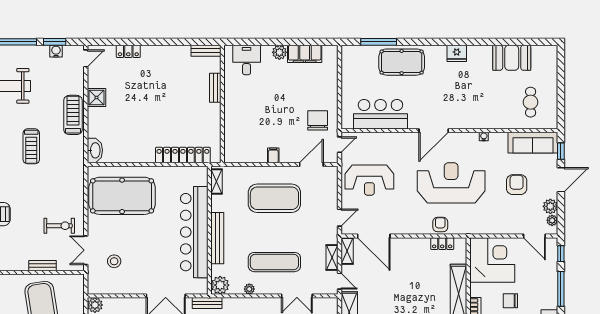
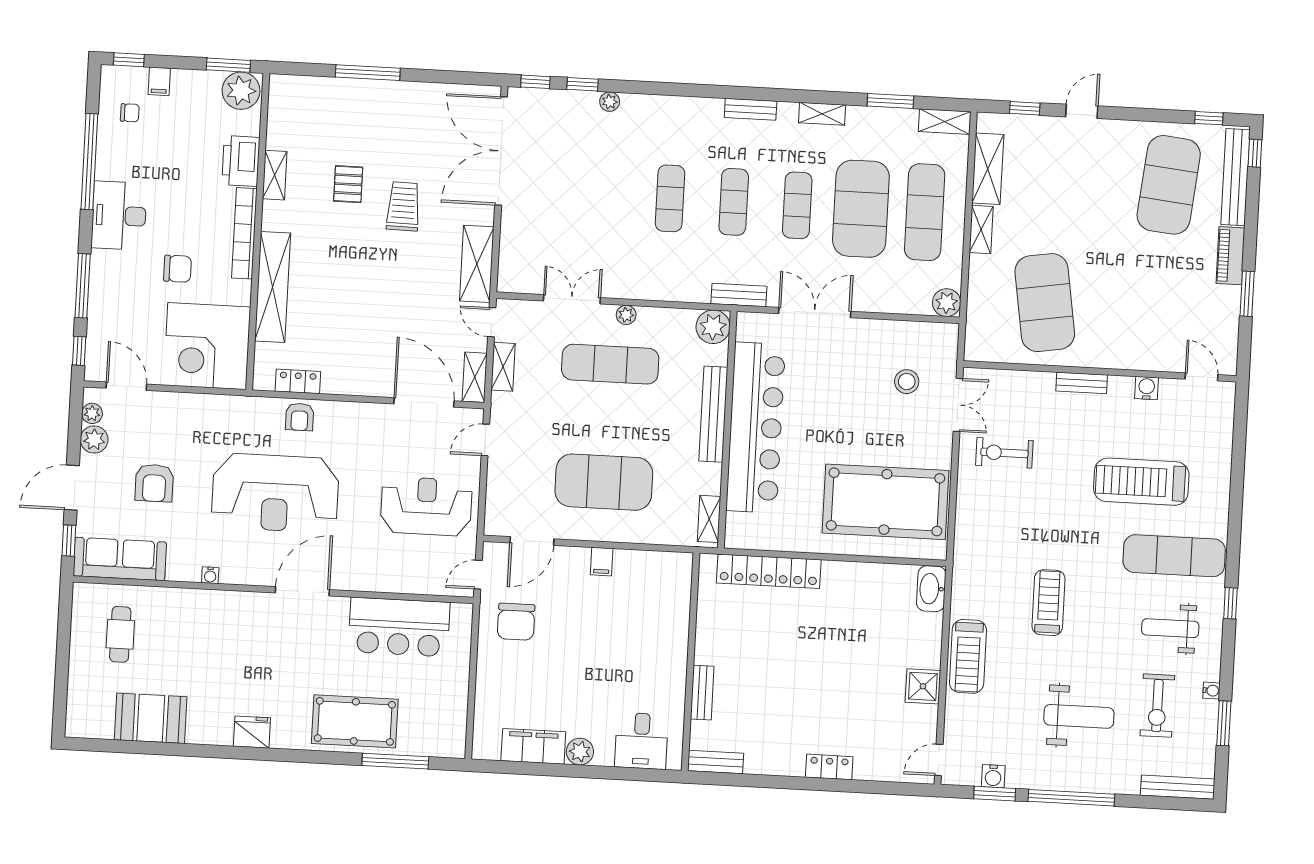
locker: (128, 51) -> (829, 767), moved
bench: (42, 266) -> (1082, 383), moved
plant: (249, 289) -> (626, 315), moved

